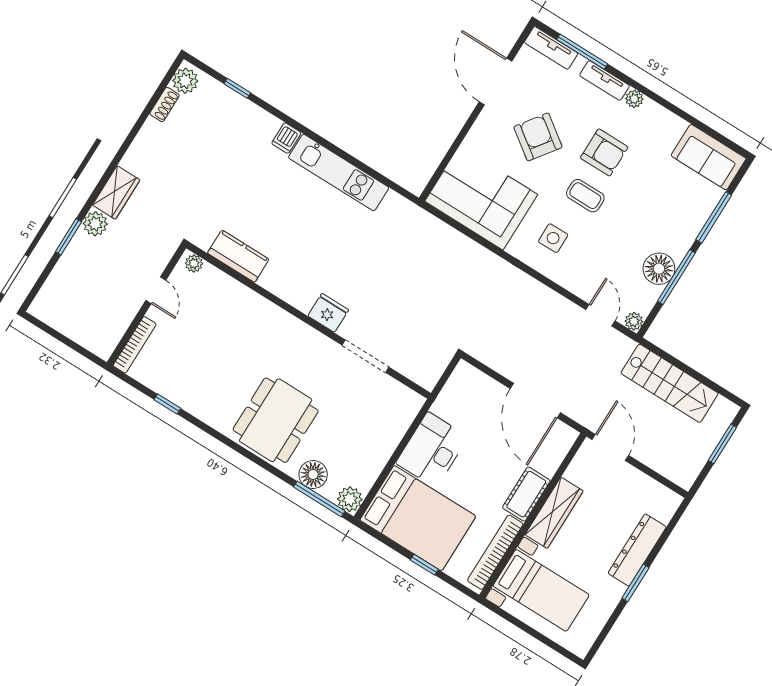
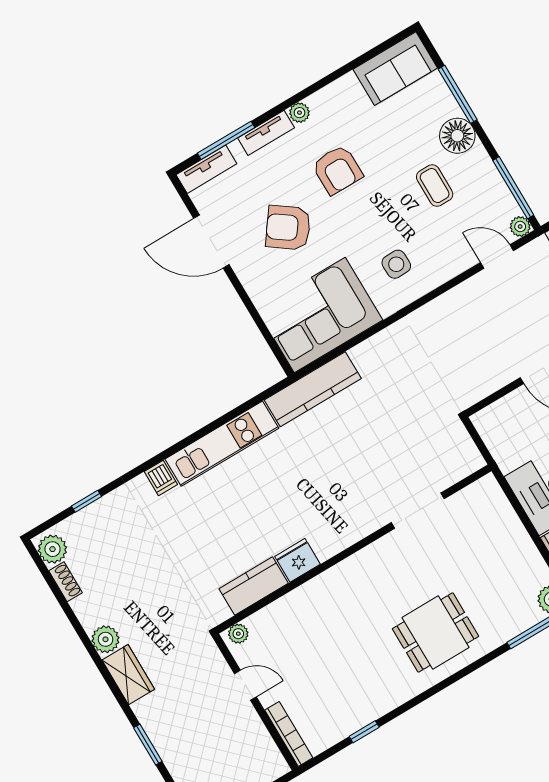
armchair: (604, 152) -> (337, 170), turned 90
coffee table: (585, 196) -> (435, 186), moved, turned 90
kitchen counter: (419, 223) -> (313, 389), added
plant: (95, 224) -> (106, 639), moved
floor lamp: (659, 269) -> (457, 136), moved
window: (676, 277) -> (513, 188), moved
fridge: (328, 313) -> (297, 560), moved
dining table: (276, 420) -> (436, 633), width x0.73
floor lamp: (313, 475) -> (508, 623), removed

